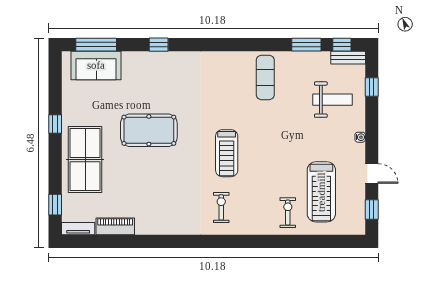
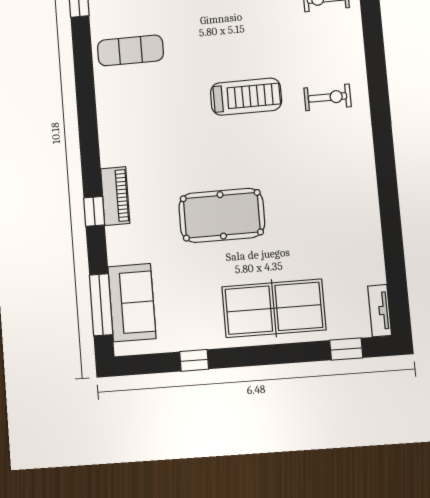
window: (55, 124) -> (194, 360), moved
pool table: (149, 130) -> (222, 215), turned 90
exercise bike: (221, 207) -> (327, 97), turned 180
piano: (115, 226) -> (115, 196), moved, turned 180

